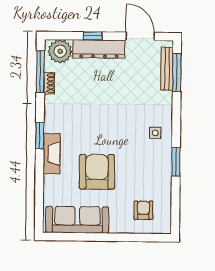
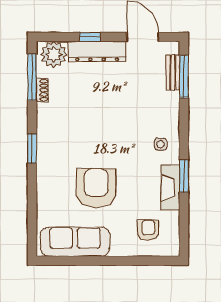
bench: (167, 69) -> (173, 73), width x0.73
fireplace: (52, 154) -> (170, 188), moved, turned 180

